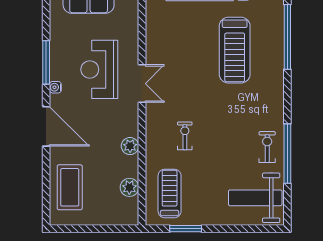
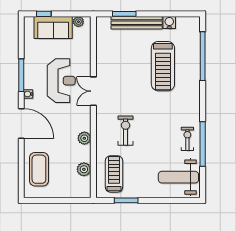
reception desk: (99, 69) -> (61, 81), turned 180
double door: (142, 84) -> (93, 91), swing flipped
exercise bike: (185, 136) -> (126, 131), width x1.38, depth x1.39

